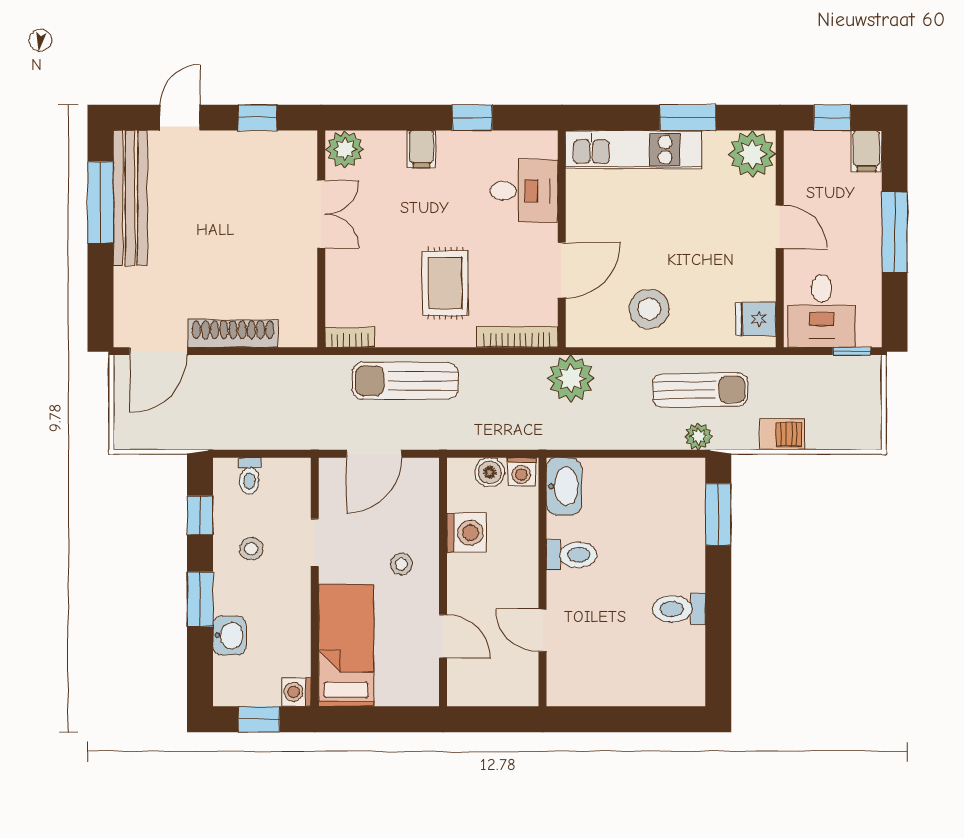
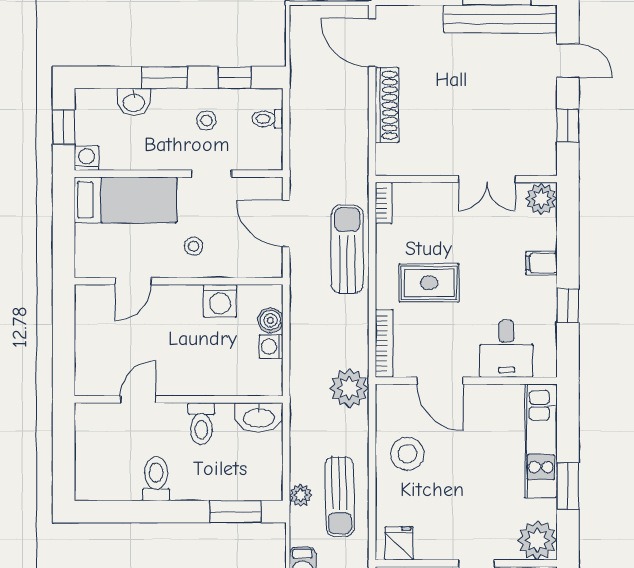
washbasin: (564, 486) -> (259, 417), moved
toilet: (572, 555) -> (201, 424), moved
wall: (542, 582) -> (179, 399), moved
door: (542, 630) -> (138, 399), moved

